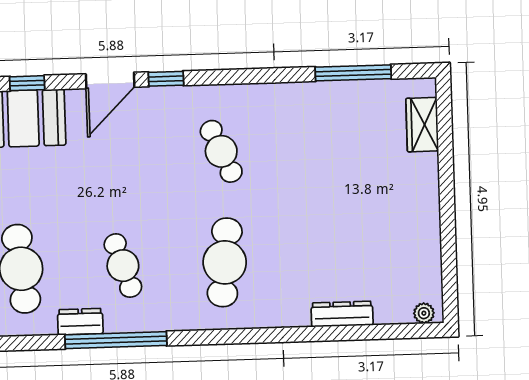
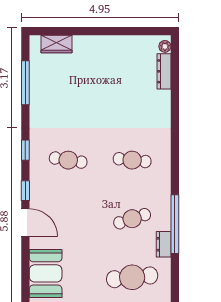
window: (27, 83) -> (25, 150), moved
cafe table: (221, 151) -> (68, 160), turned 33
cafe table: (225, 262) -> (132, 160), width x0.73, depth x0.74
dresser: (342, 314) -> (164, 71), moved

